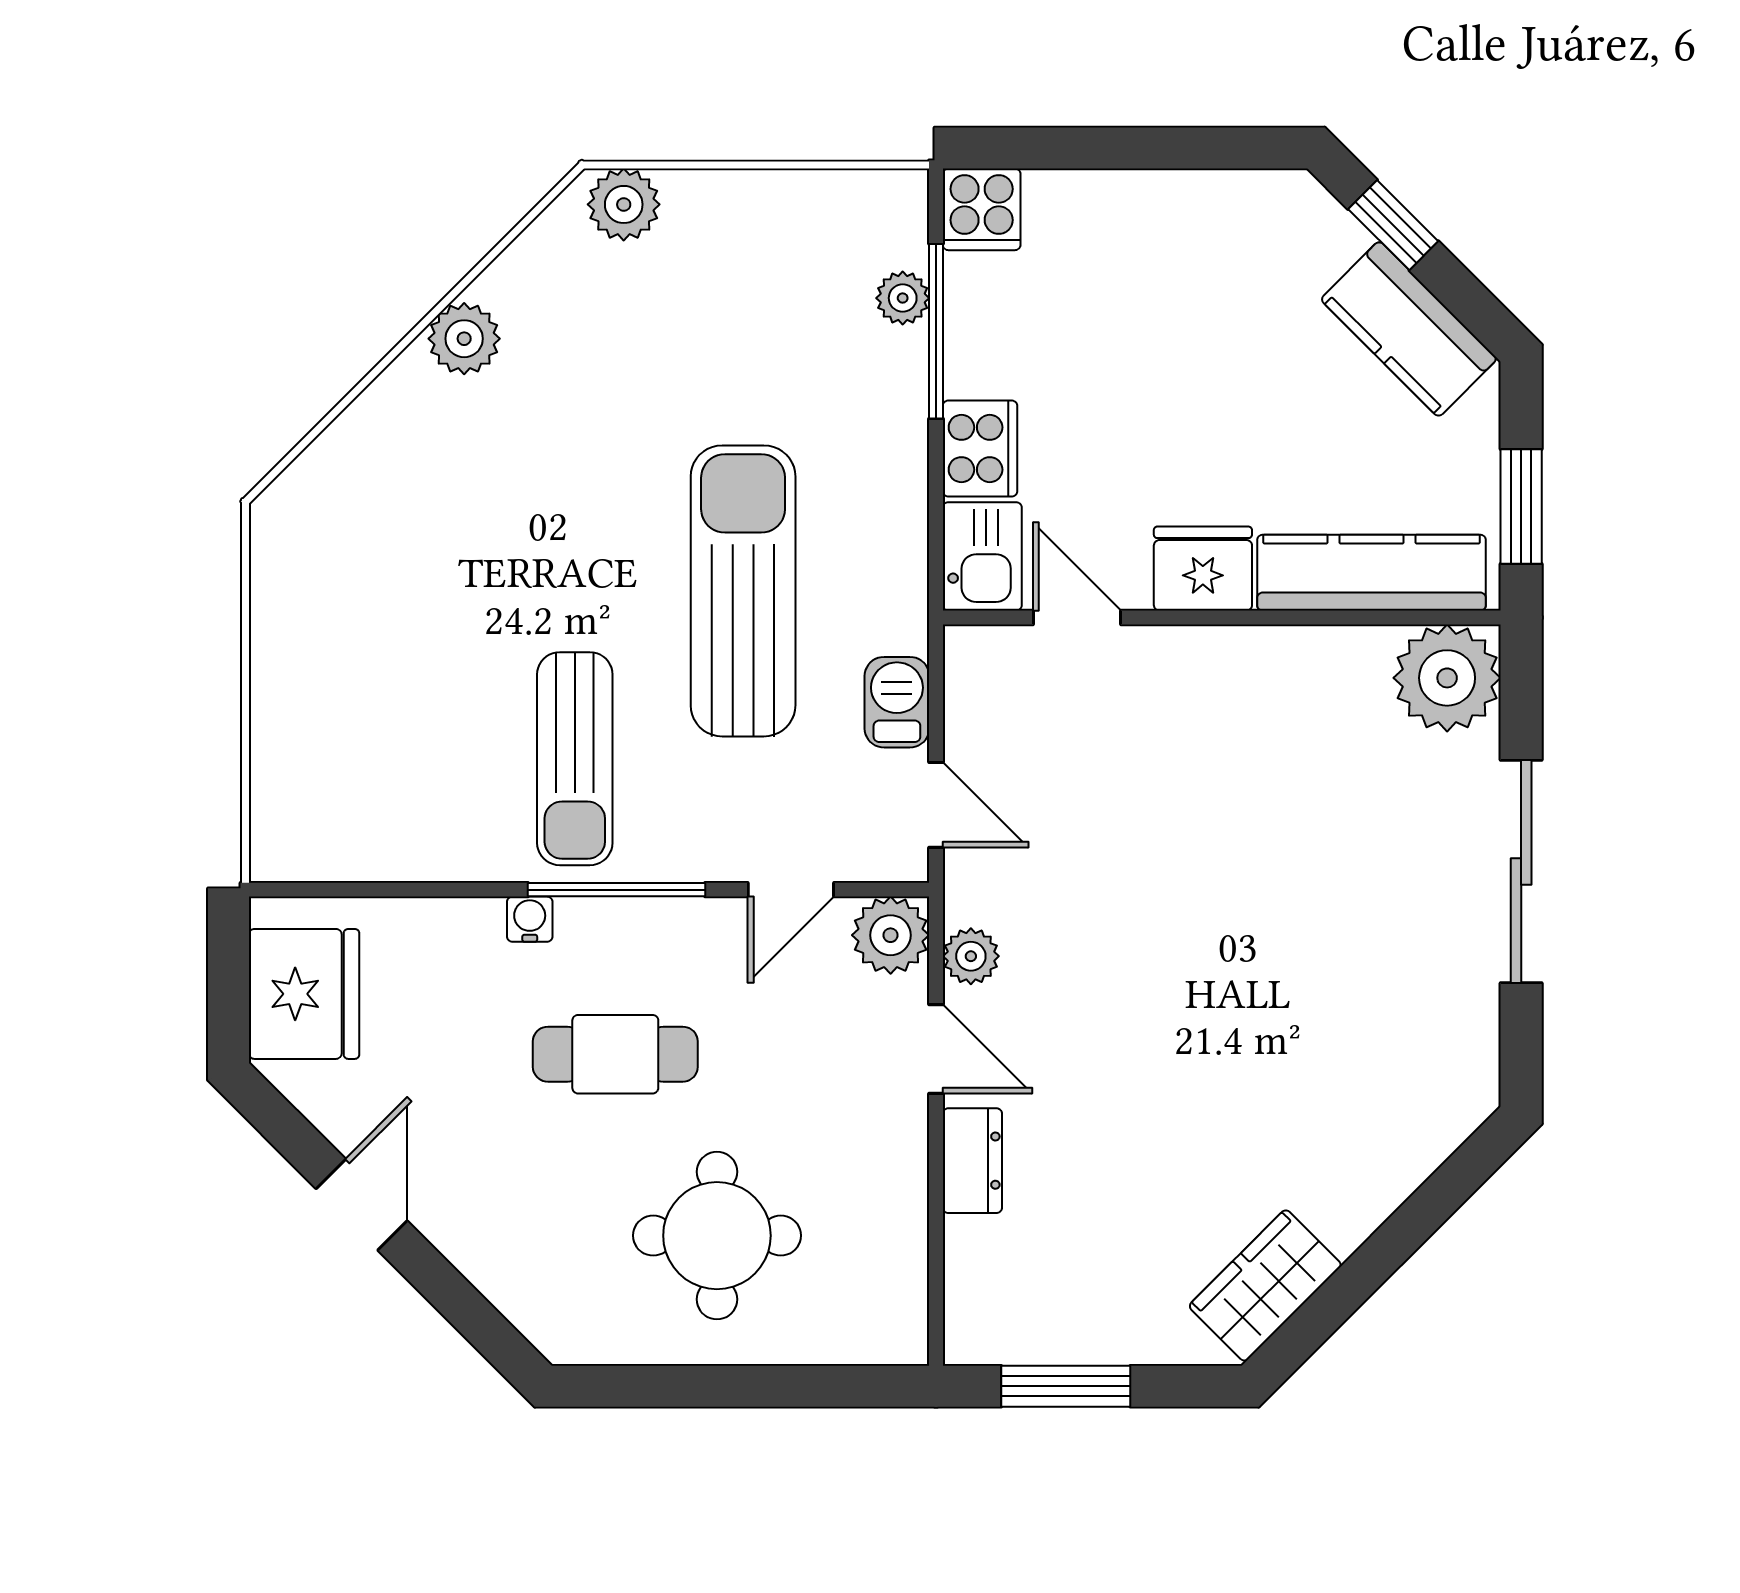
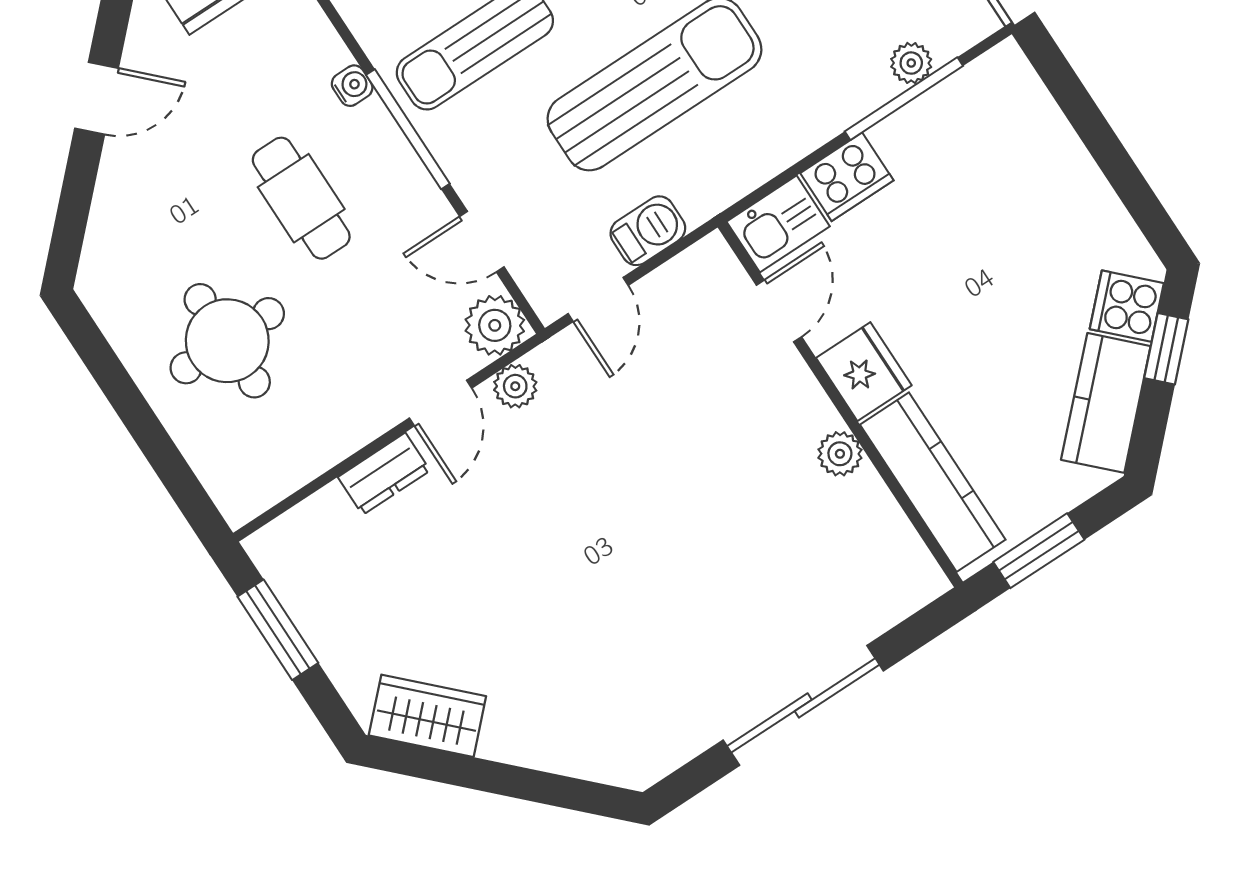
cooker: (982, 209) -> (1127, 306), moved, turned 45
plant: (1447, 678) -> (840, 454), moved, width x0.53, depth x0.53

